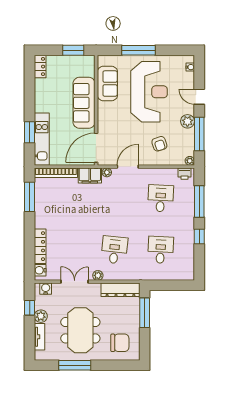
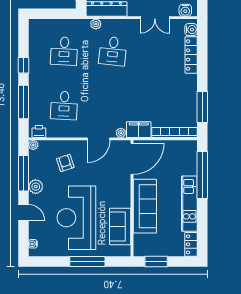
window: (30, 132) -> (202, 175), width x2.11
kitchen unit: (42, 139) -> (189, 204), moved
plant: (98, 275) -> (96, 24), moved

